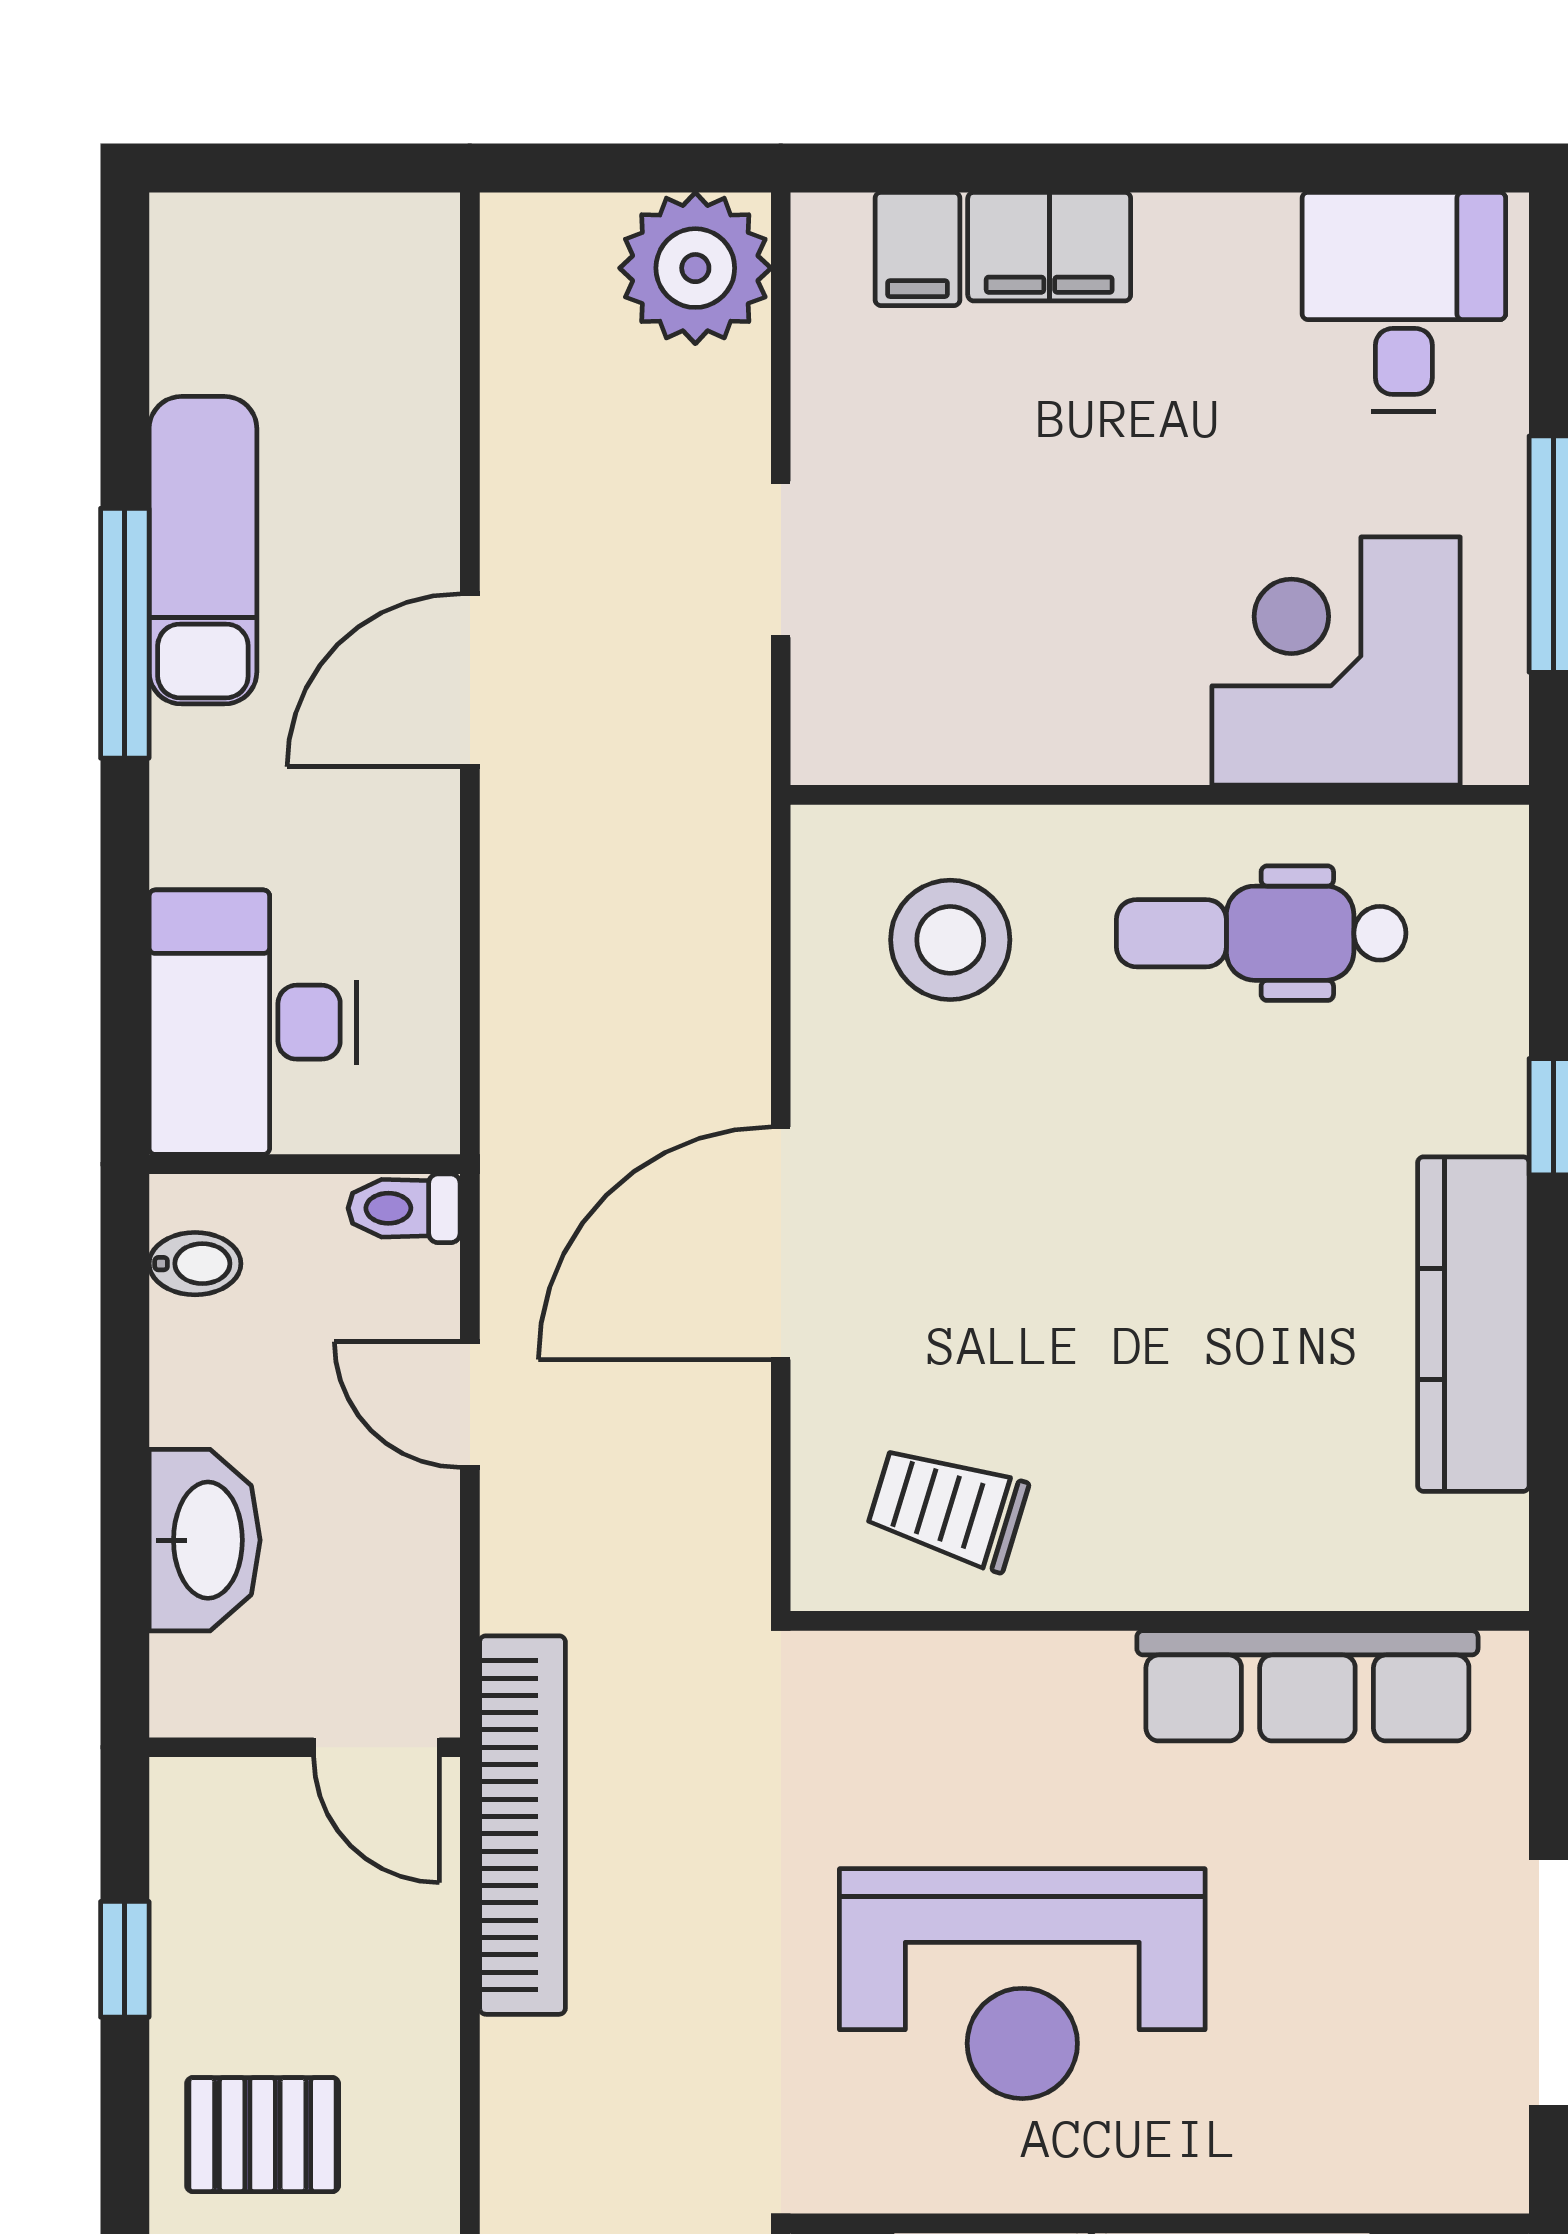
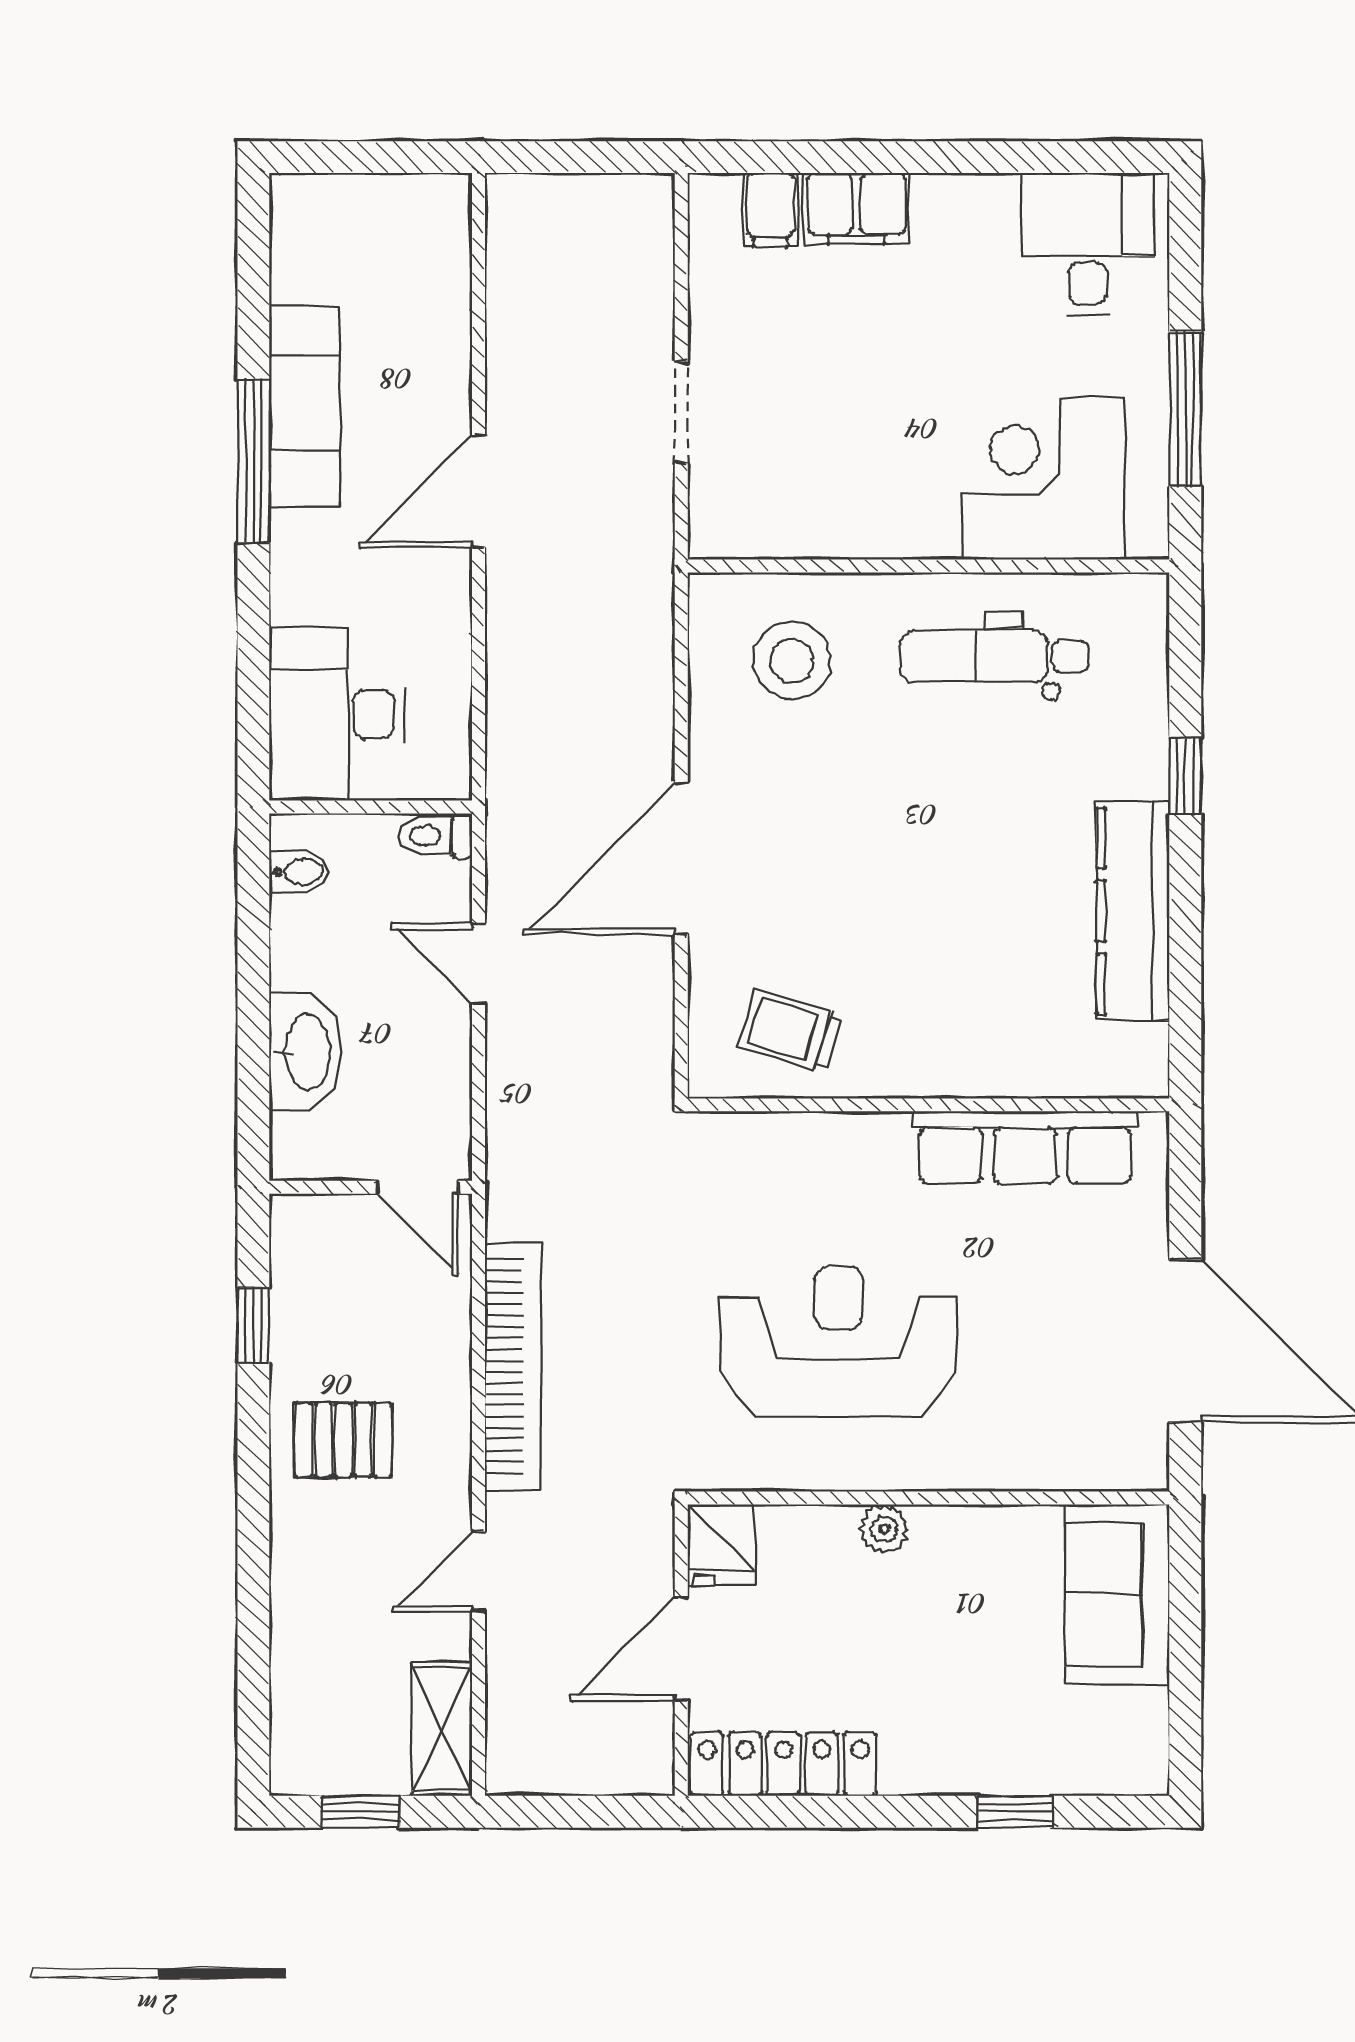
plant: (695, 268) -> (626, 222), removed
bookcase: (522, 1825) -> (513, 1366), moved
reception desk: (1022, 1984) -> (839, 1342), turned 180

